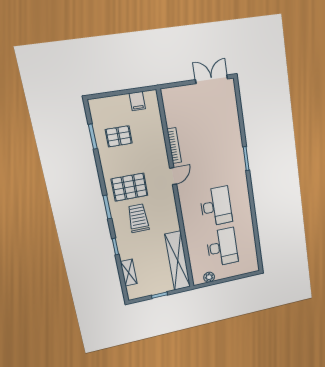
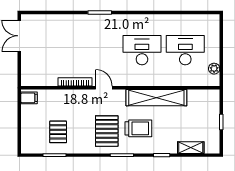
filing cabinet: (137, 101) -> (29, 98), moved
trolley: (138, 218) -> (138, 128), turned 180
shelving: (178, 261) -> (156, 98), moved

